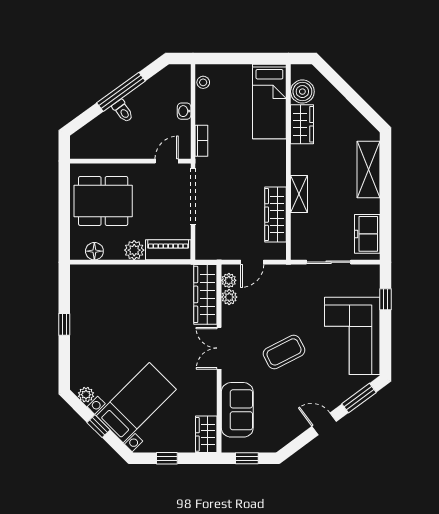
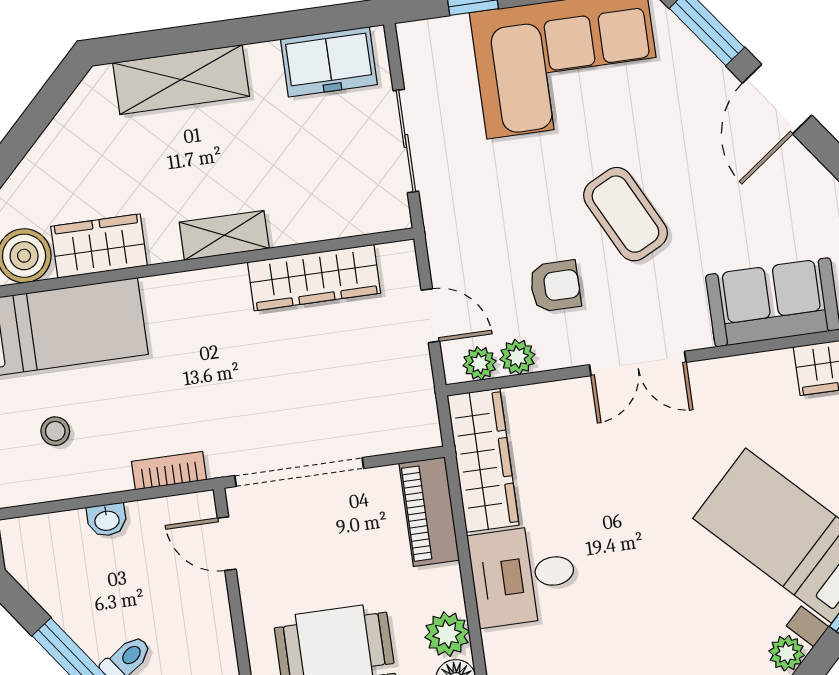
stool: (203, 82) -> (55, 431), moved
shelving: (299, 194) -> (224, 235), moved
plant: (134, 250) -> (447, 634), moved
desk: (135, 286) -> (523, 575), added
wardrobe: (205, 294) -> (483, 460), moved, turned -90
armchair: (257, 318) -> (555, 286), added
door: (324, 424) -> (777, 99), width x1.37

